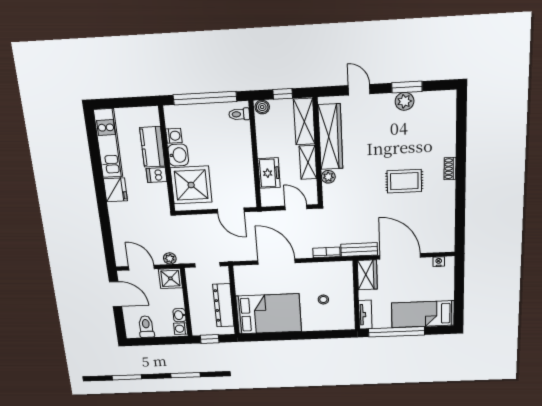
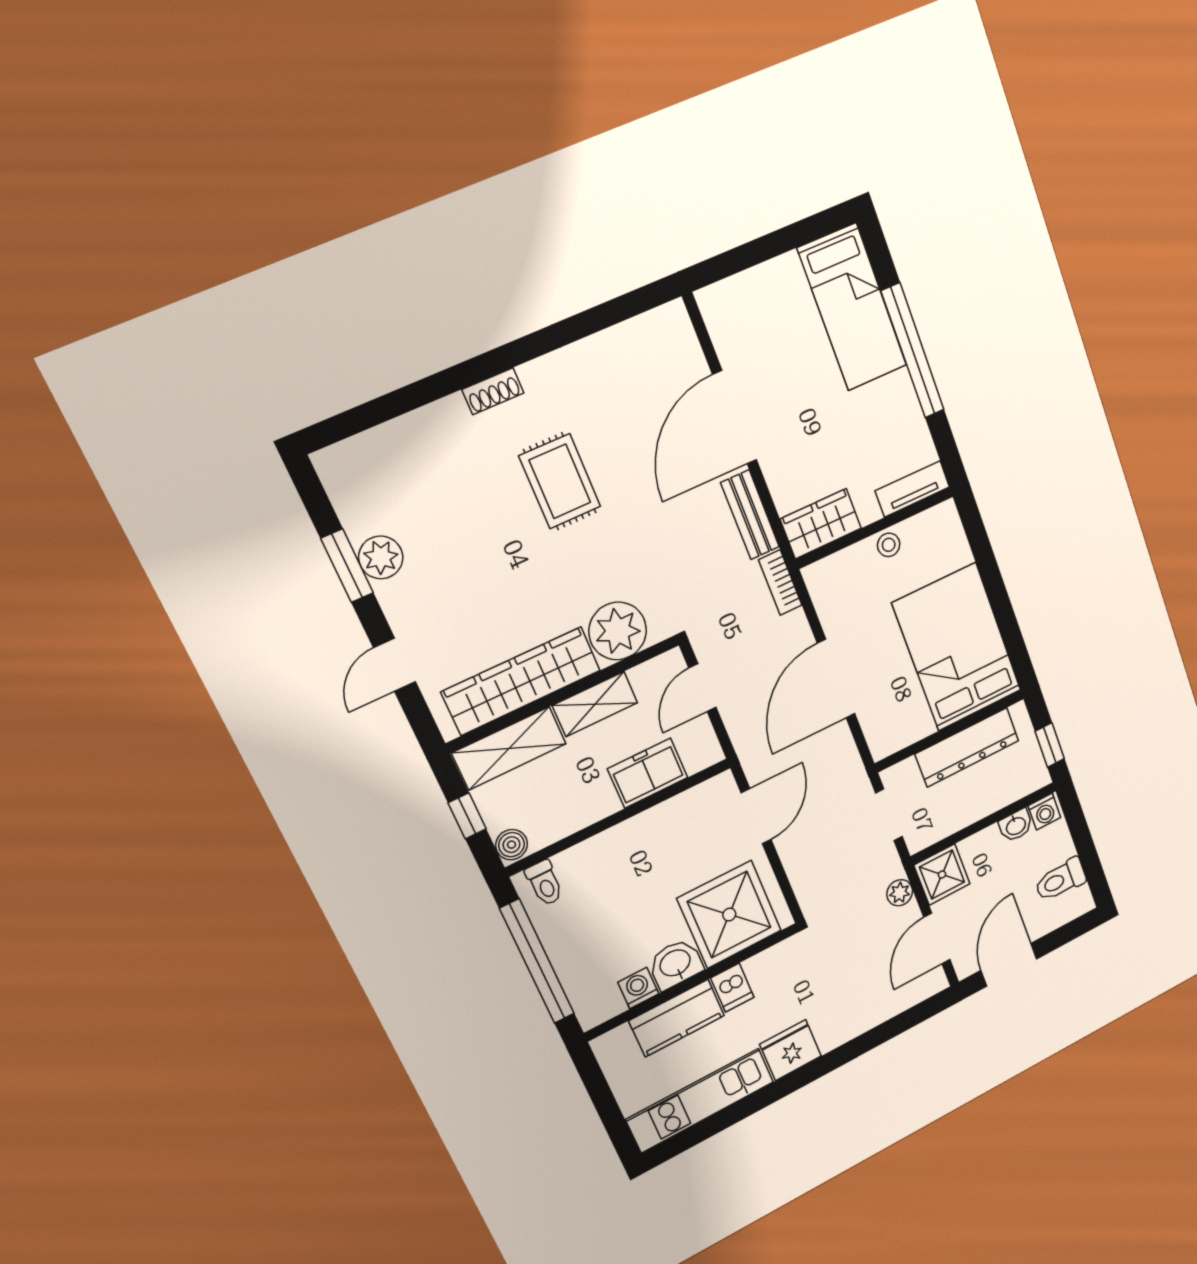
plant: (328, 177) -> (618, 631), width x1.88, depth x1.88
nightstand: (439, 262) -> (717, 324), removed
wardrobe: (367, 275) -> (821, 524), moved
wall: (356, 295) -> (875, 528), moved
tv unit: (365, 315) -> (912, 489), moved

